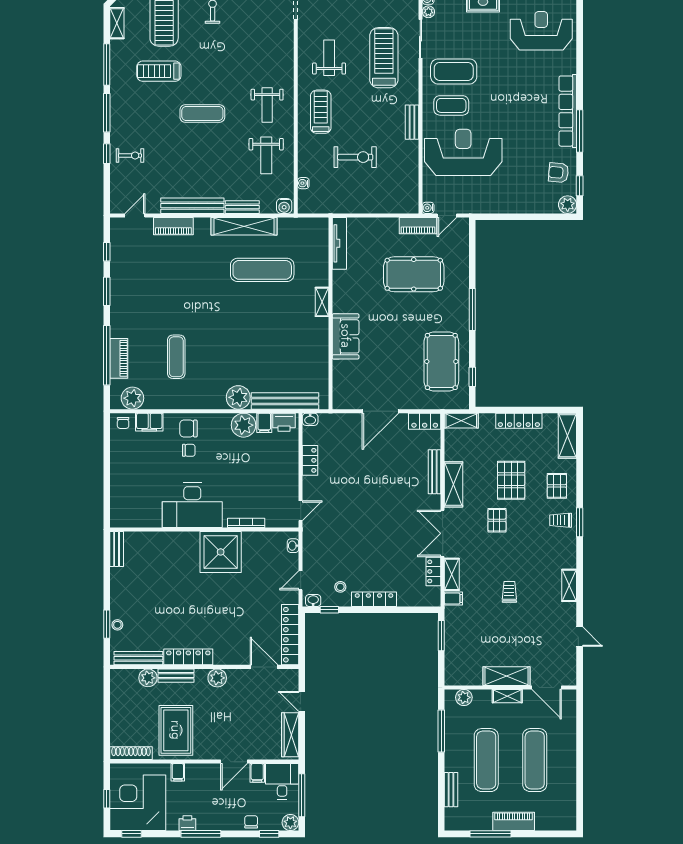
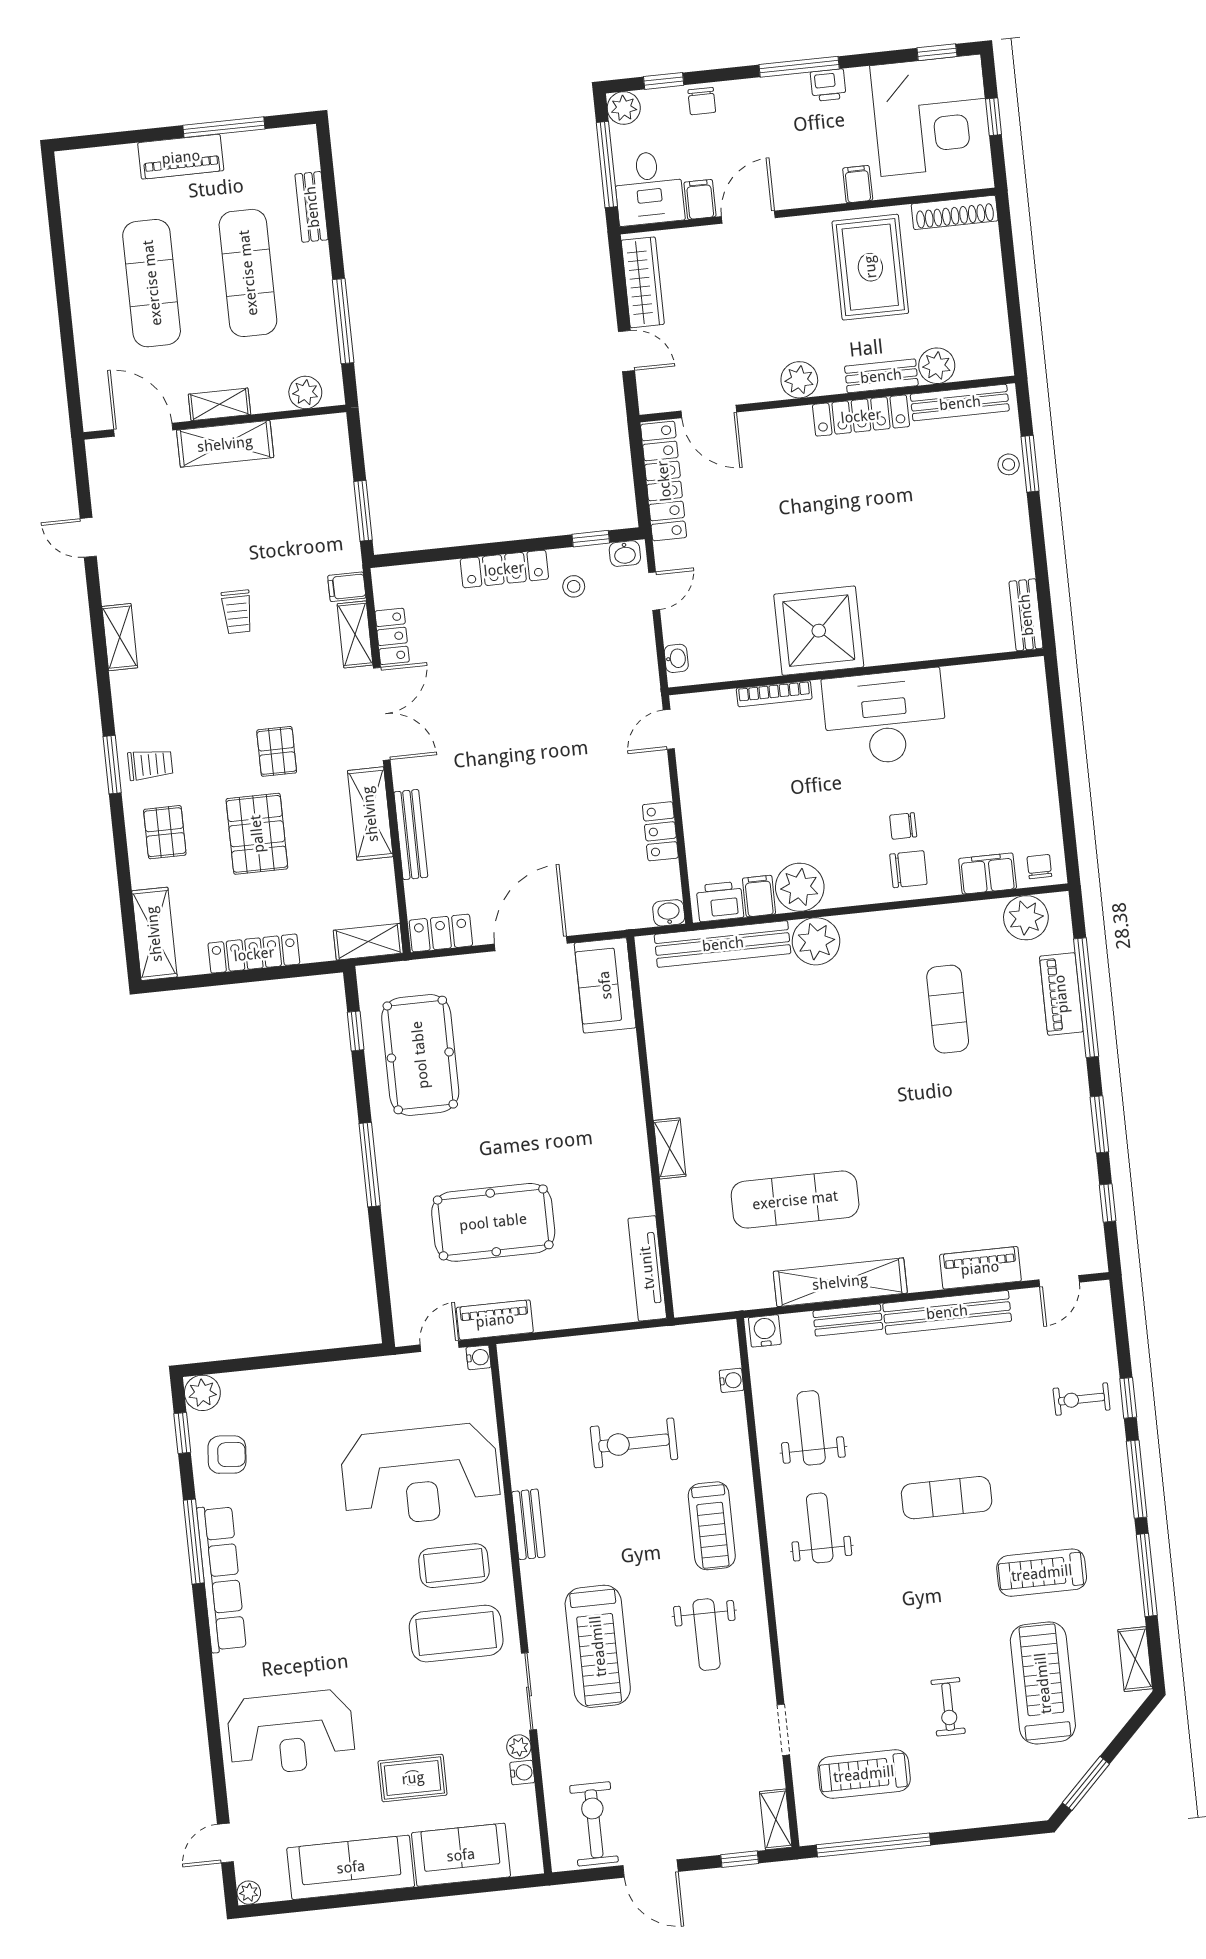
treadmill: (159, 71) -> (1042, 1573), turned 180
sofa: (346, 336) -> (605, 985), moved

